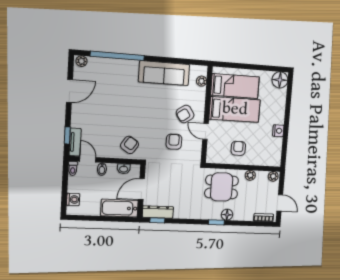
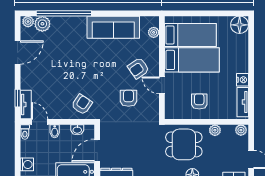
plant: (96, 65) -> (42, 24), added
tv unit: (277, 151) -> (243, 102), added

